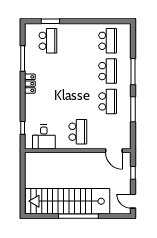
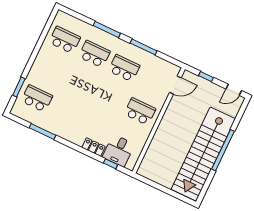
locker: (30, 84) -> (94, 147), moved
desk: (44, 137) -> (119, 151), moved, turned 90

